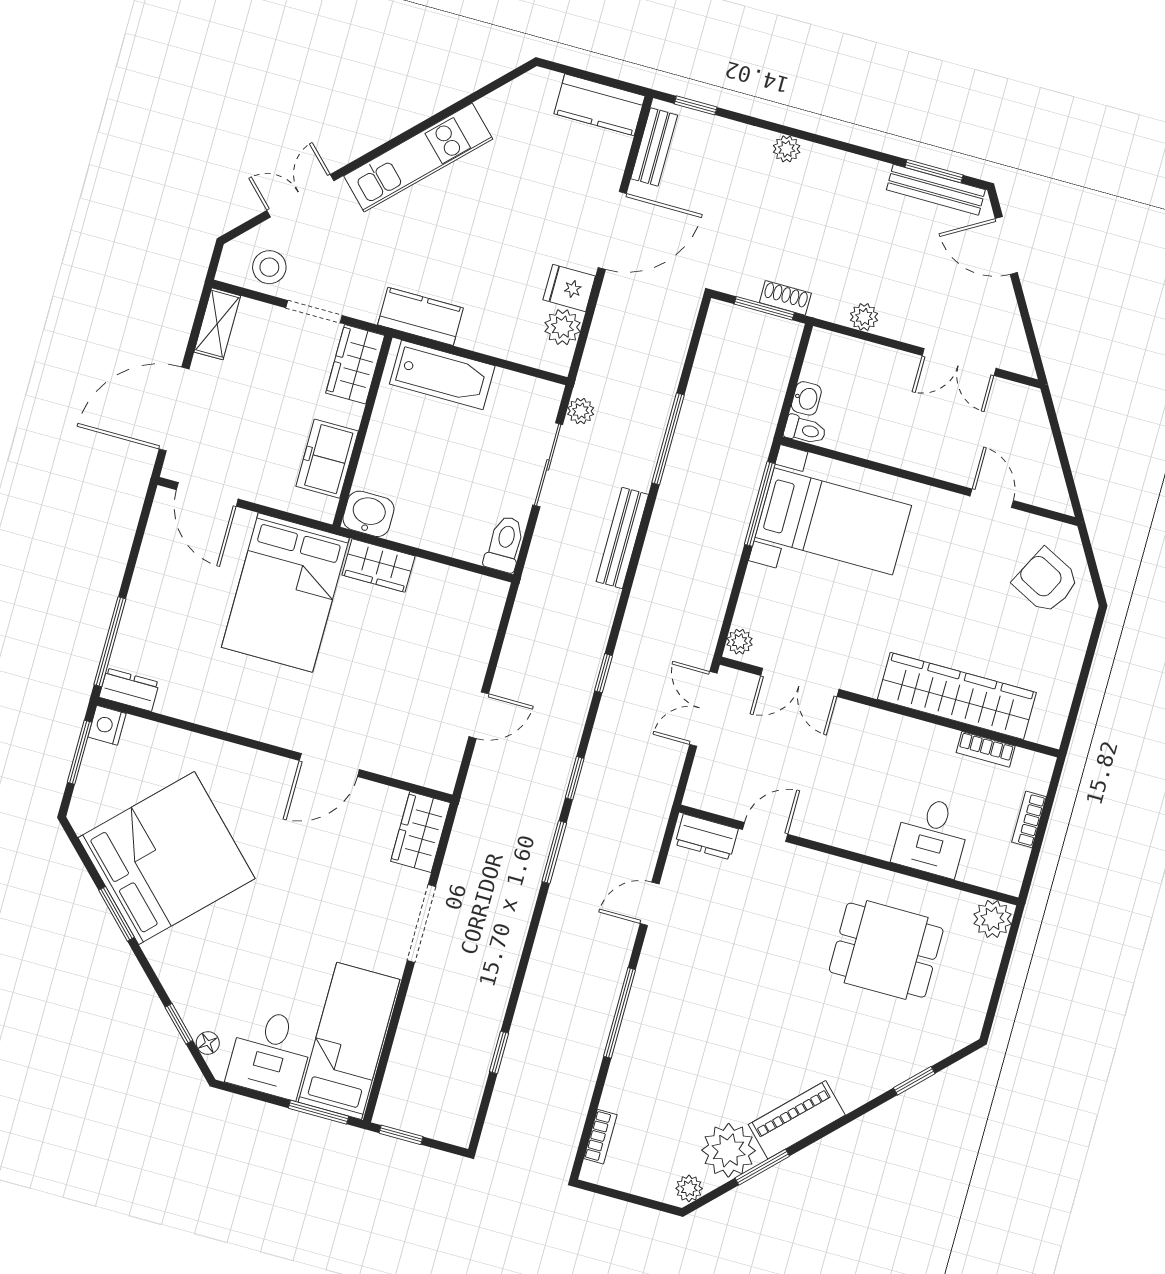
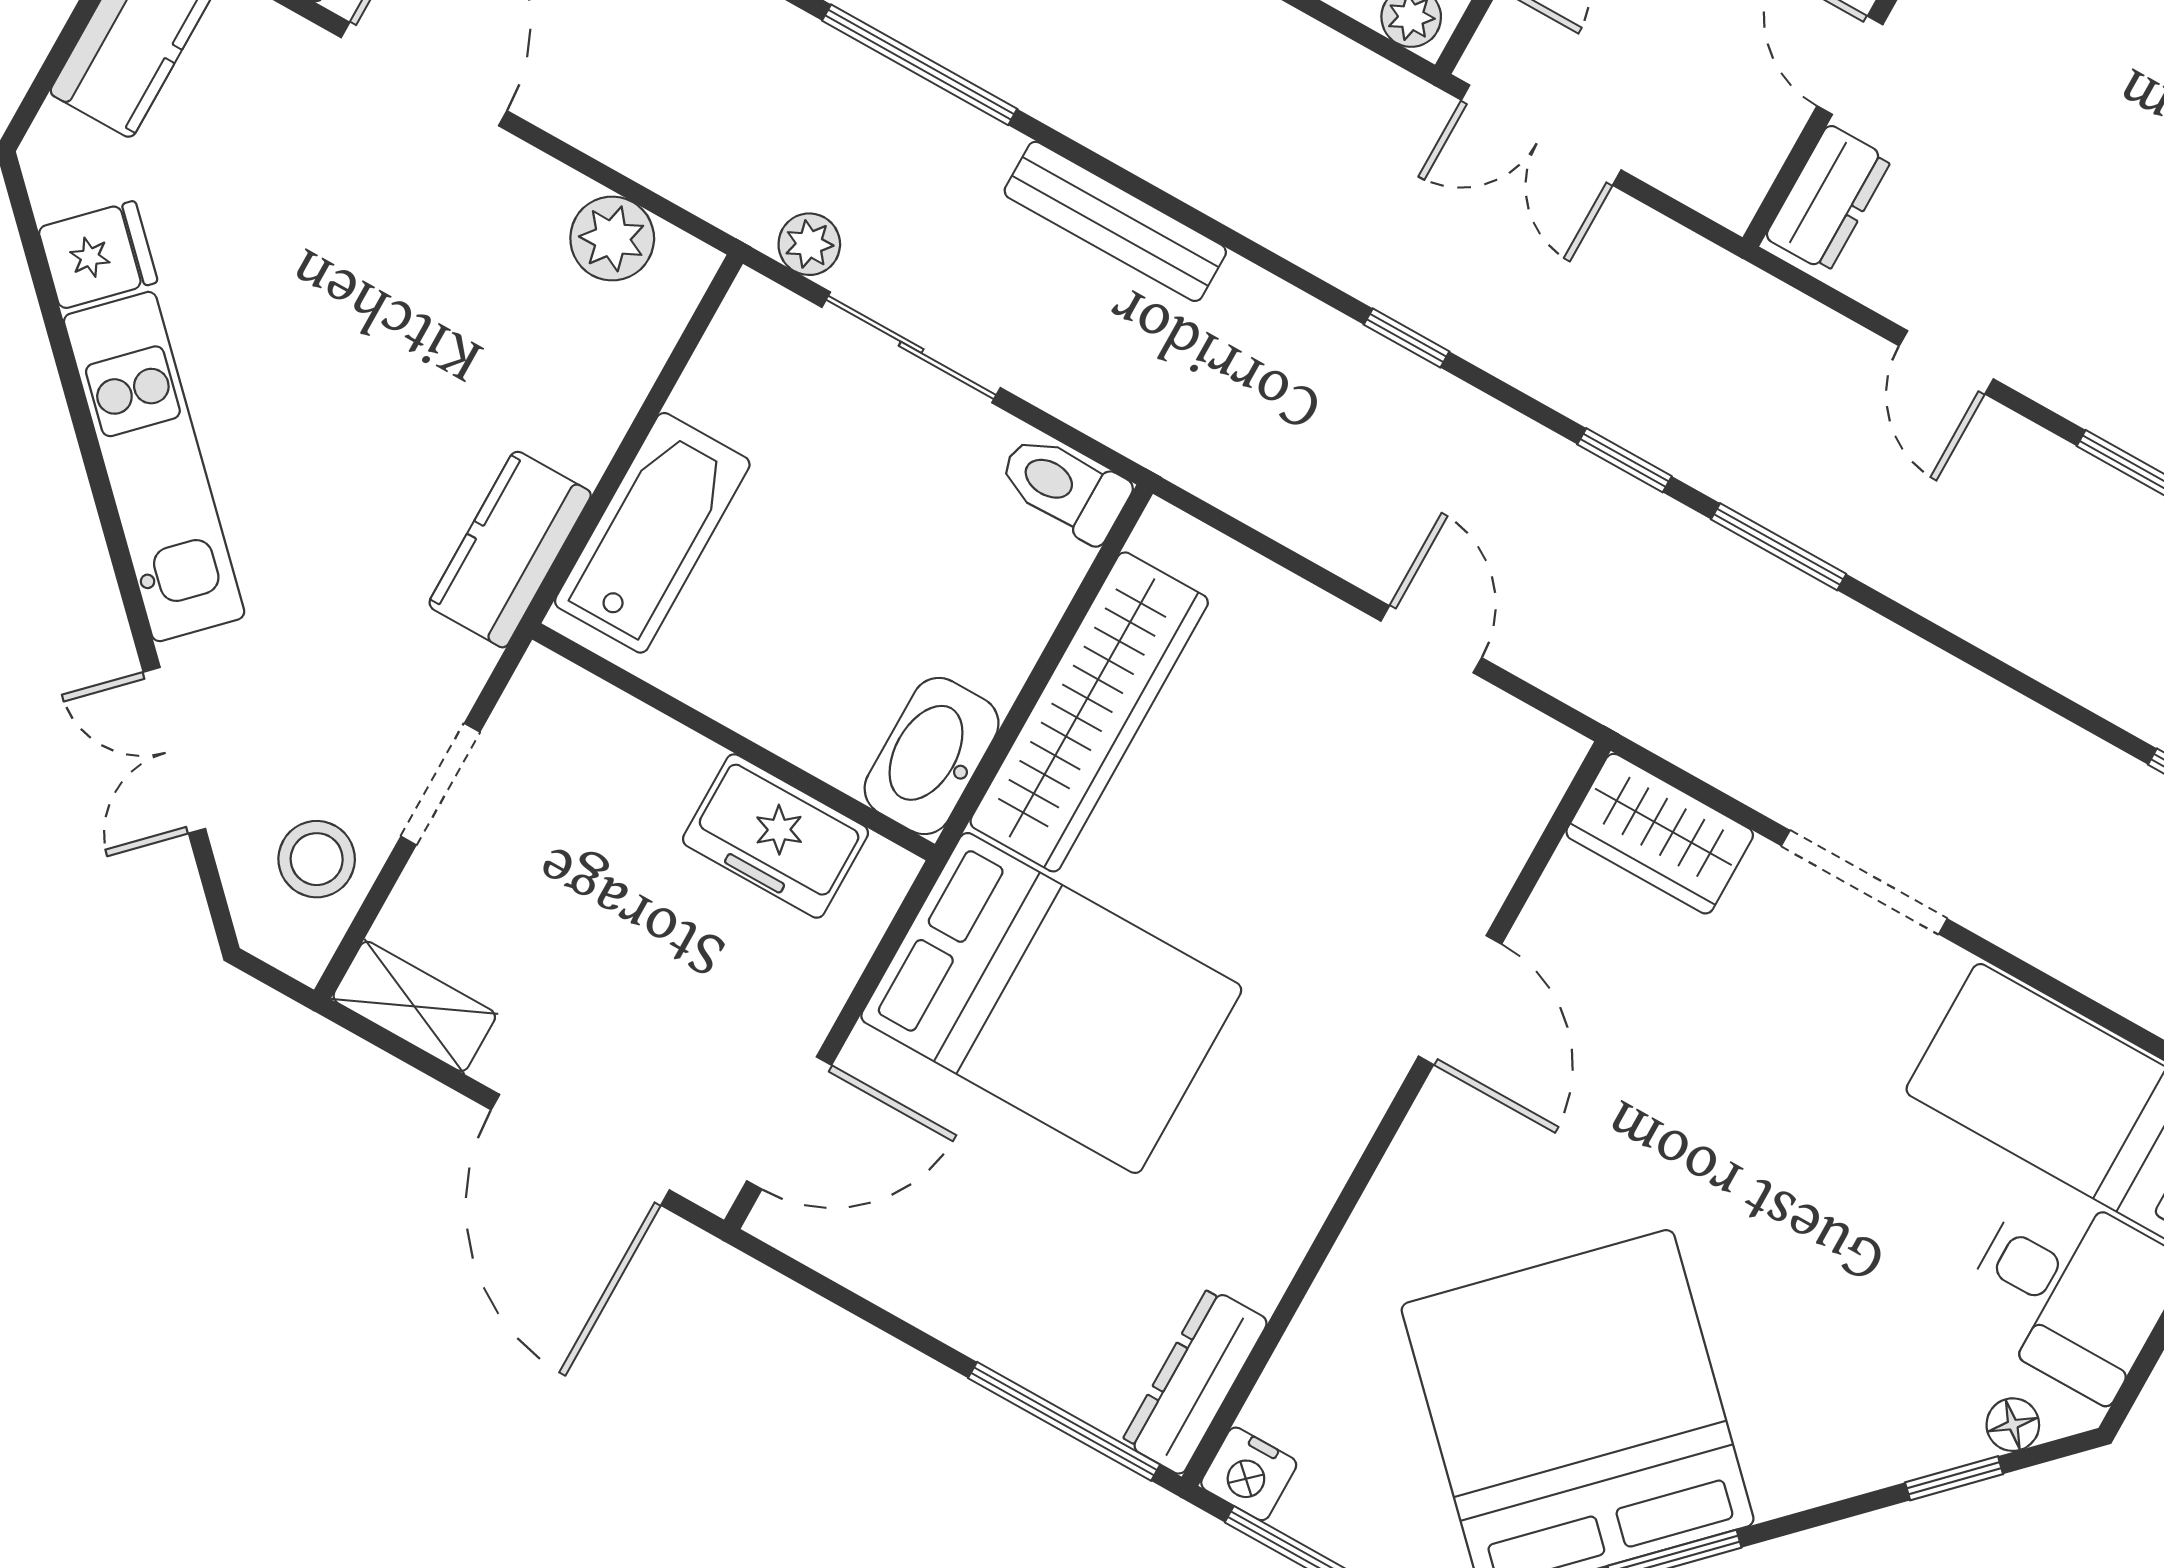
fridge: (569, 288) -> (98, 255), moved, turned -135
wardrobe: (355, 364) -> (580, 721), removed
washbasin: (368, 514) -> (932, 756), width x1.38
wardrobe: (379, 565) -> (1089, 712), width x2.10, depth x1.17
dresser: (129, 690) -> (1195, 1381), width x1.44

